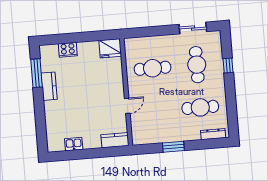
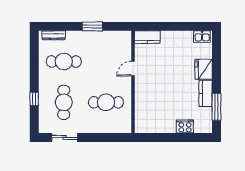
fridge: (110, 48) -> (204, 69), moved, turned -90
kitchen sink: (74, 144) -> (202, 37), moved

